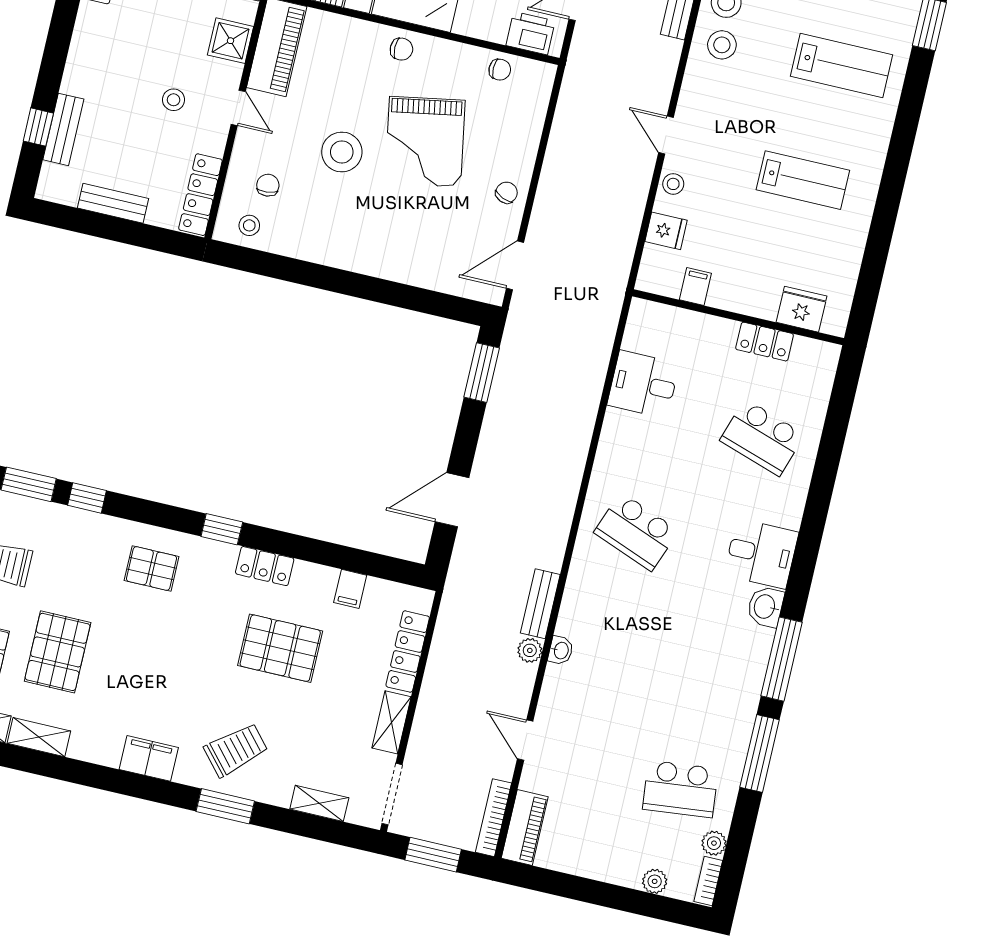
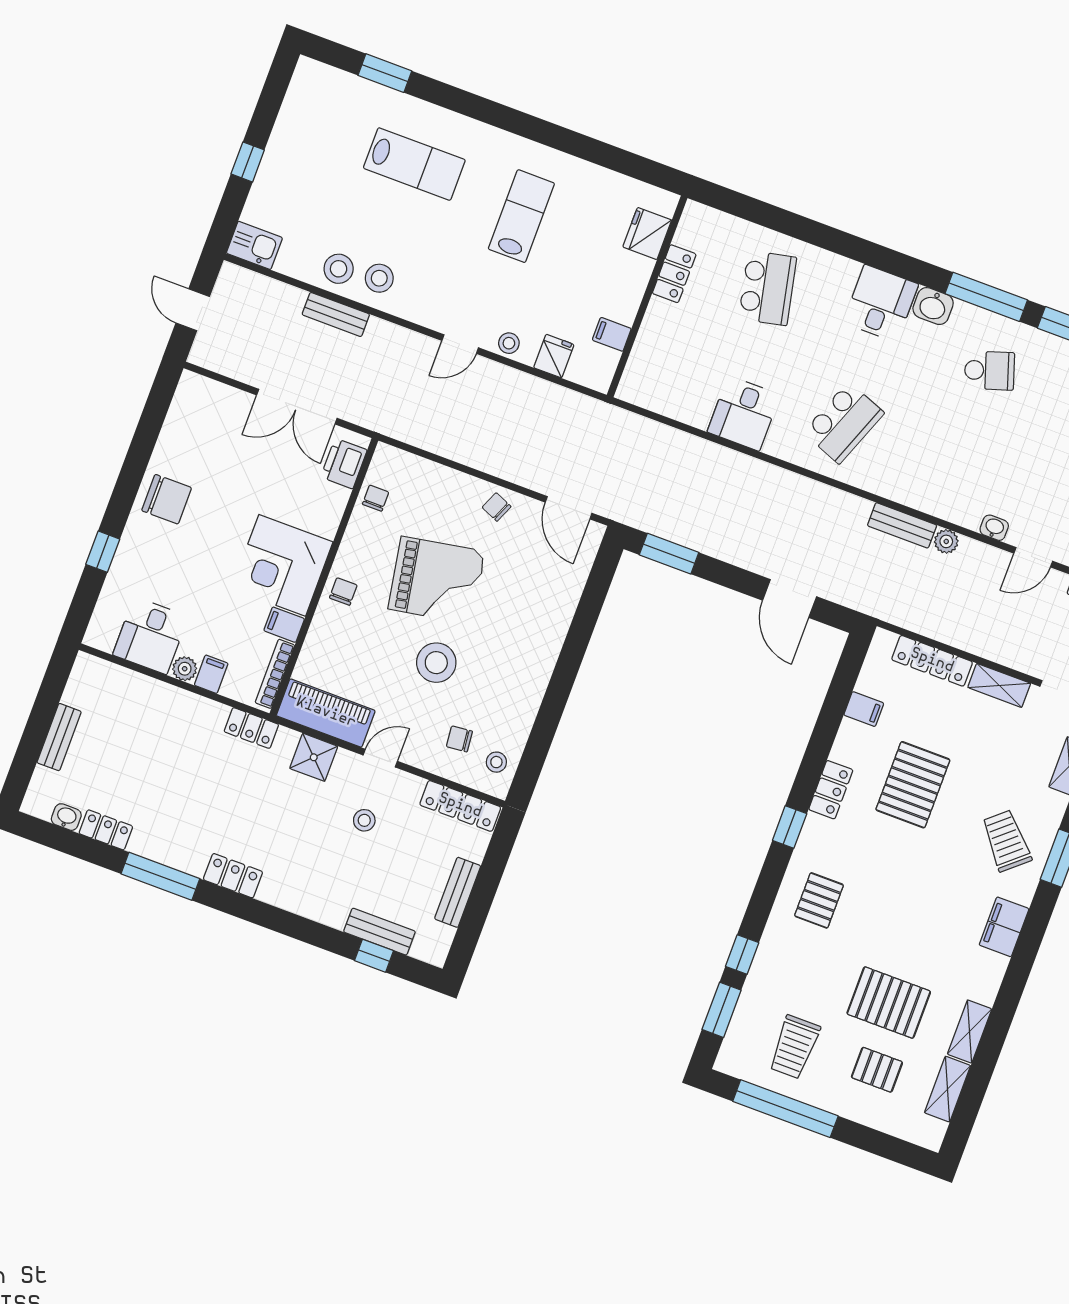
lab bench: (842, 66) -> (414, 164), turned 90
desk: (643, 384) -> (744, 413), moved
school desk: (762, 438) -> (768, 288), turned -30
washbasin: (561, 650) -> (994, 528), moved
school desk: (708, 672) -> (989, 371), added

